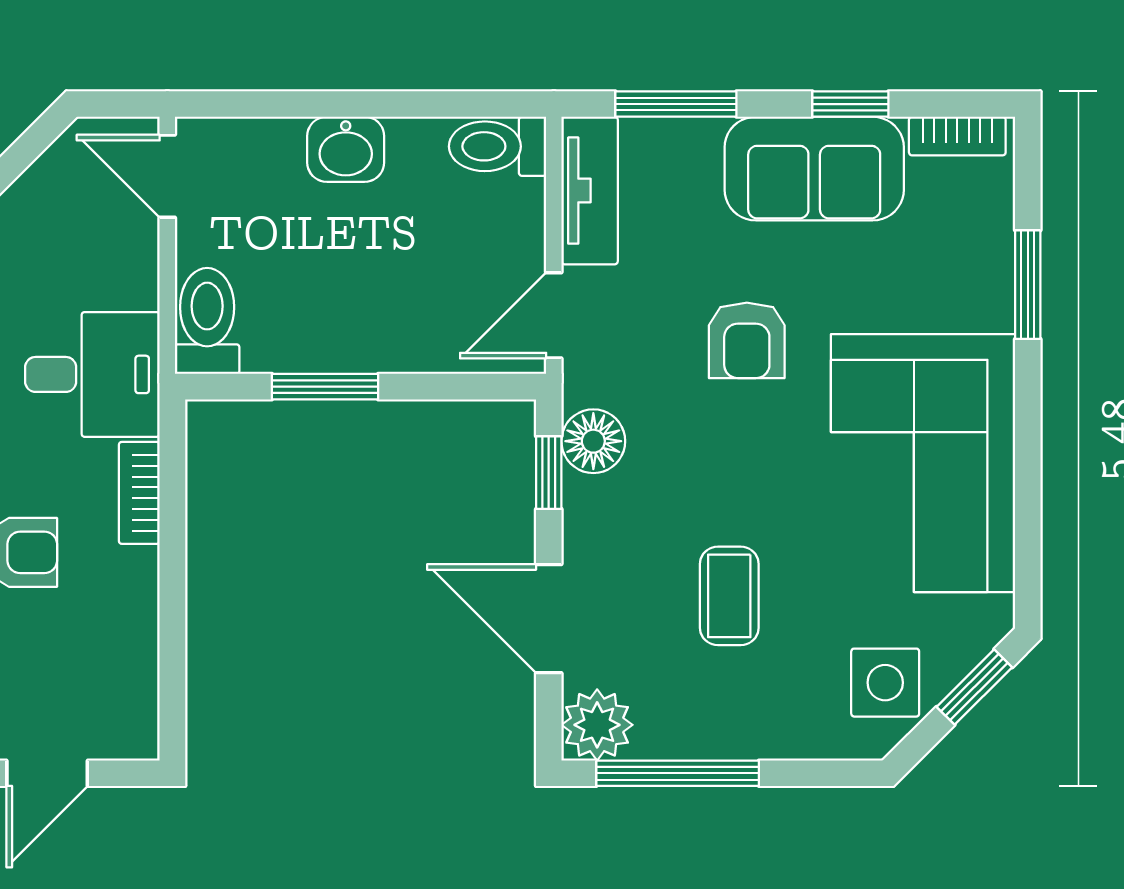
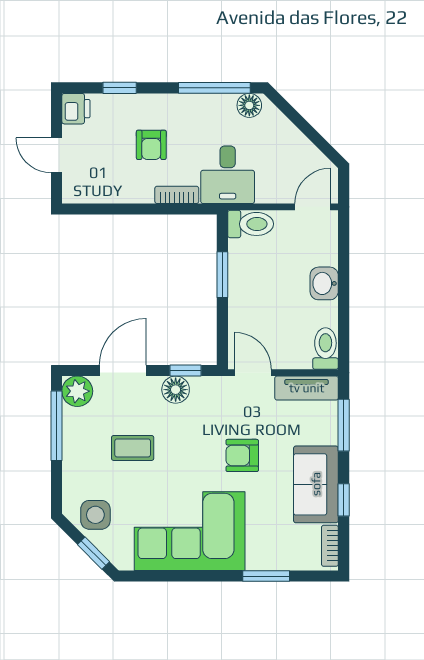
floor lamp: (593, 441) -> (176, 390), moved

